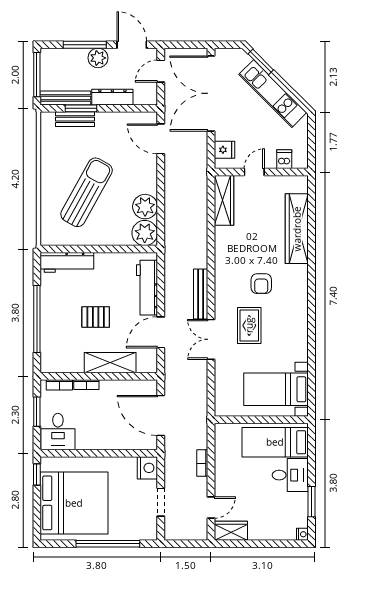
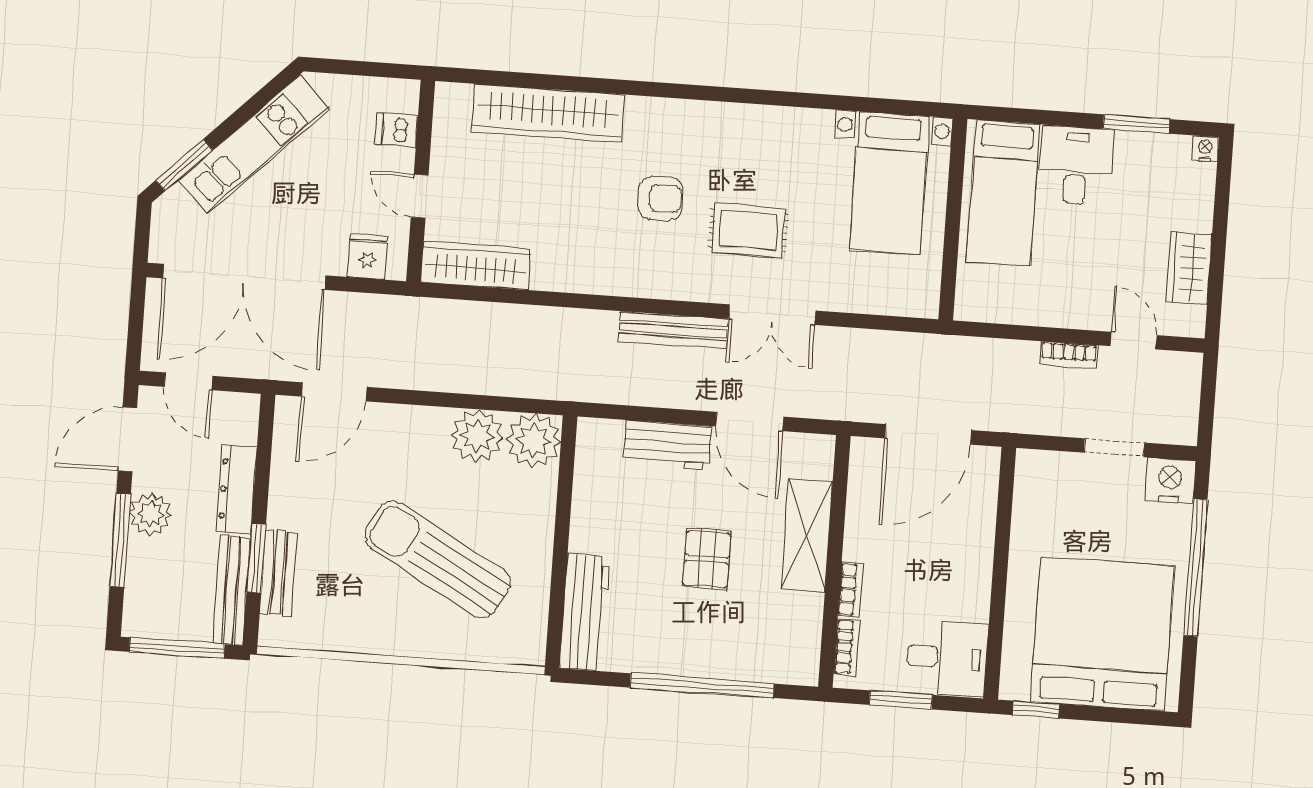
workbench: (147, 288) -> (668, 445), width x0.73
bookcase: (202, 463) -> (1069, 355), moved
nightstand: (147, 468) -> (1170, 481), moved
wardrobe: (231, 531) -> (1189, 268), moved

